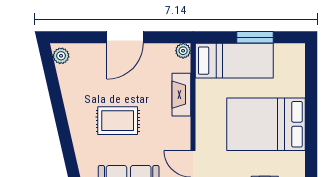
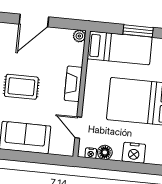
fireplace: (181, 95) -> (73, 84), moved

